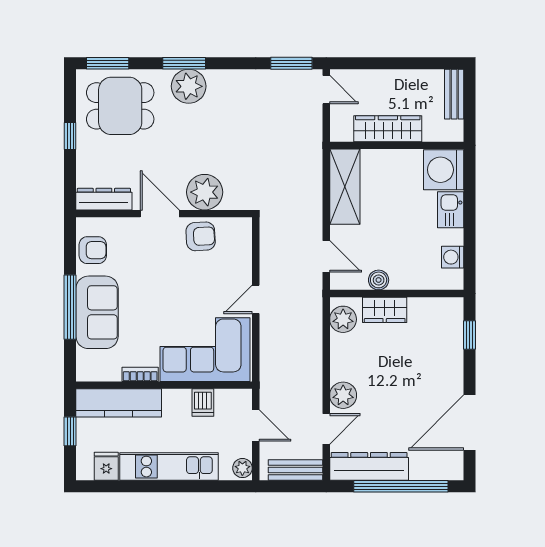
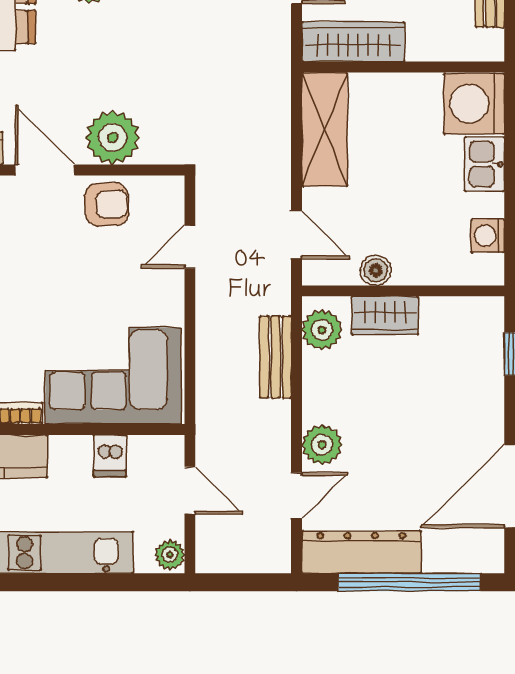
wardrobe: (388, 129) -> (353, 42), moved
door: (256, 299) -> (190, 247), moved
bench: (296, 470) -> (276, 357), moved, turned 90

